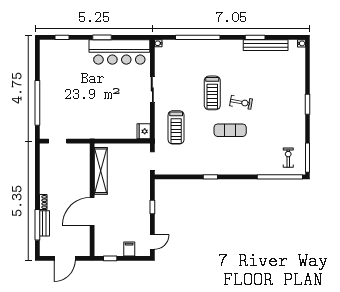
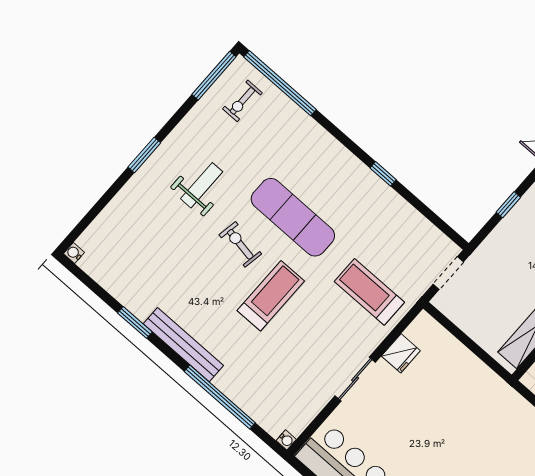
bench: (266, 45) -> (183, 345), moved
weight bench: (276, 112) -> (202, 185), added
treadmill: (176, 127) -> (369, 292), turned -90
exercise mat: (230, 130) -> (293, 217), width x1.36, depth x1.45
fridge: (144, 131) -> (401, 353), moved

